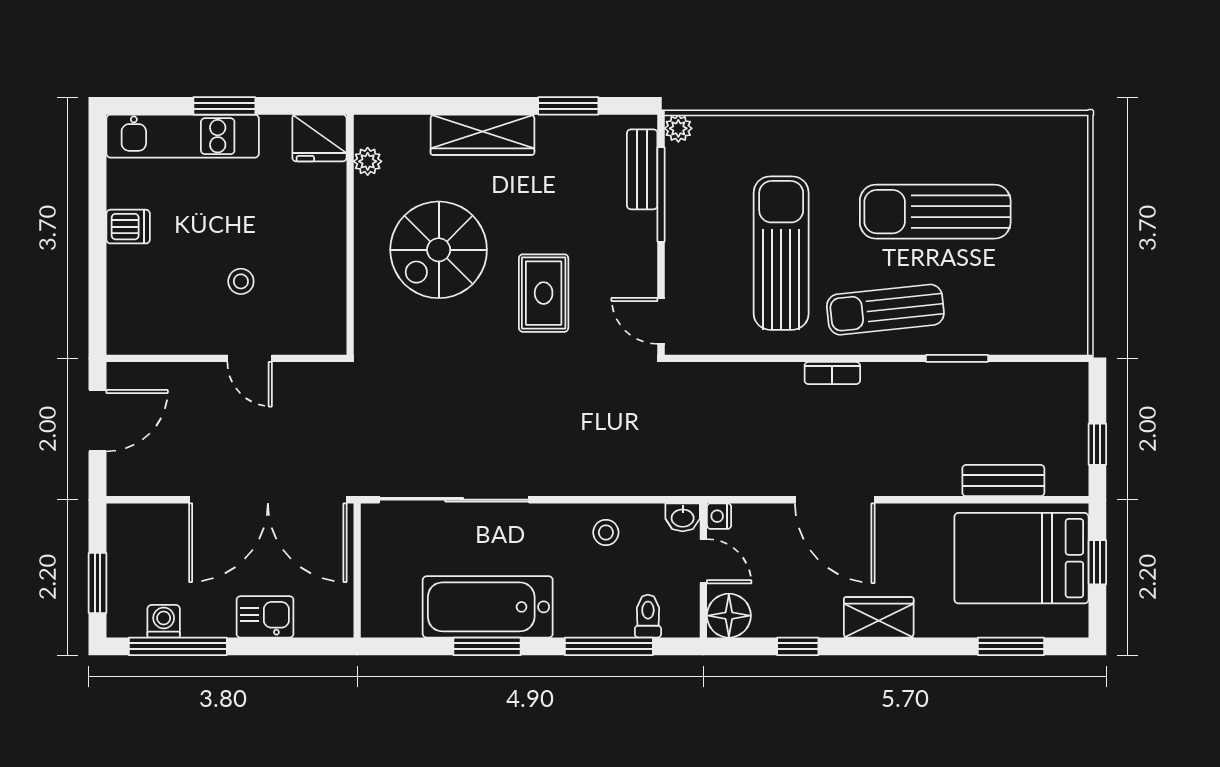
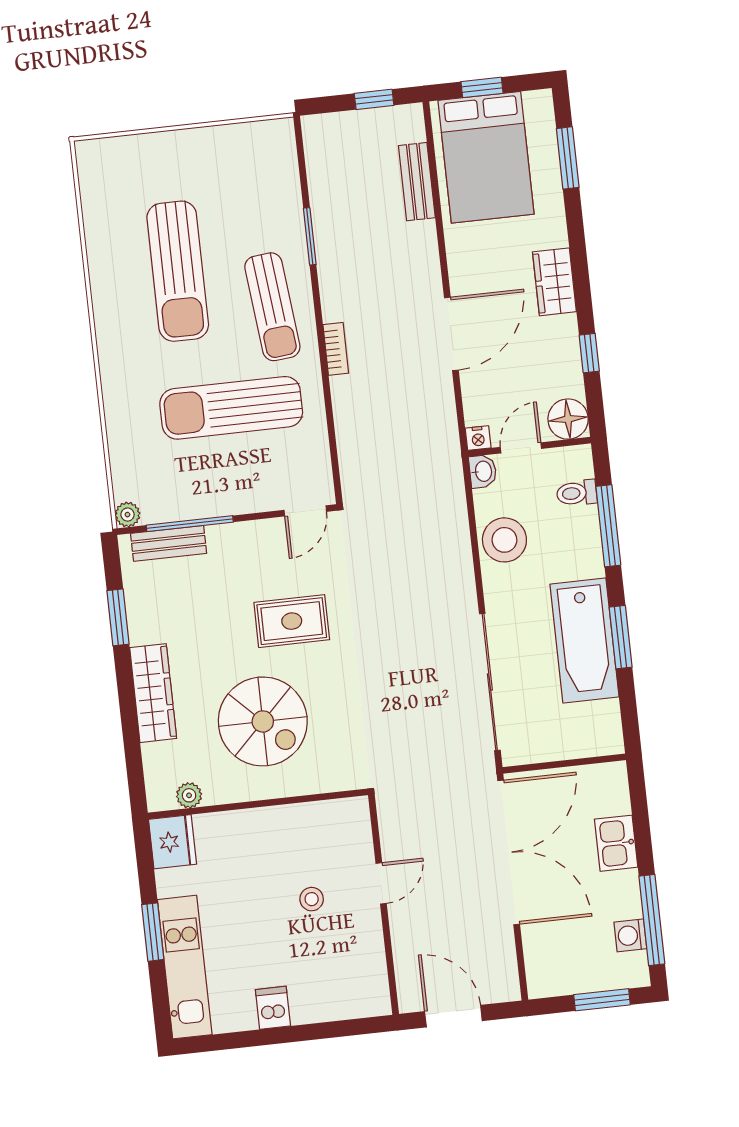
stool: (606, 532) -> (504, 540), width x1.89, depth x1.89

